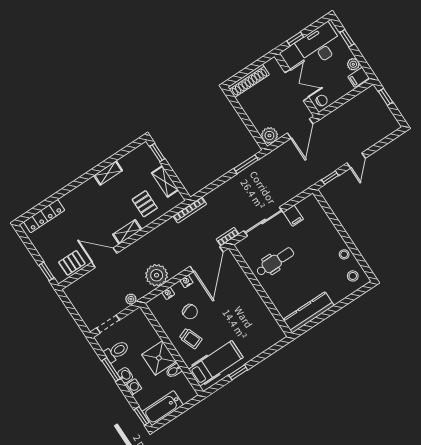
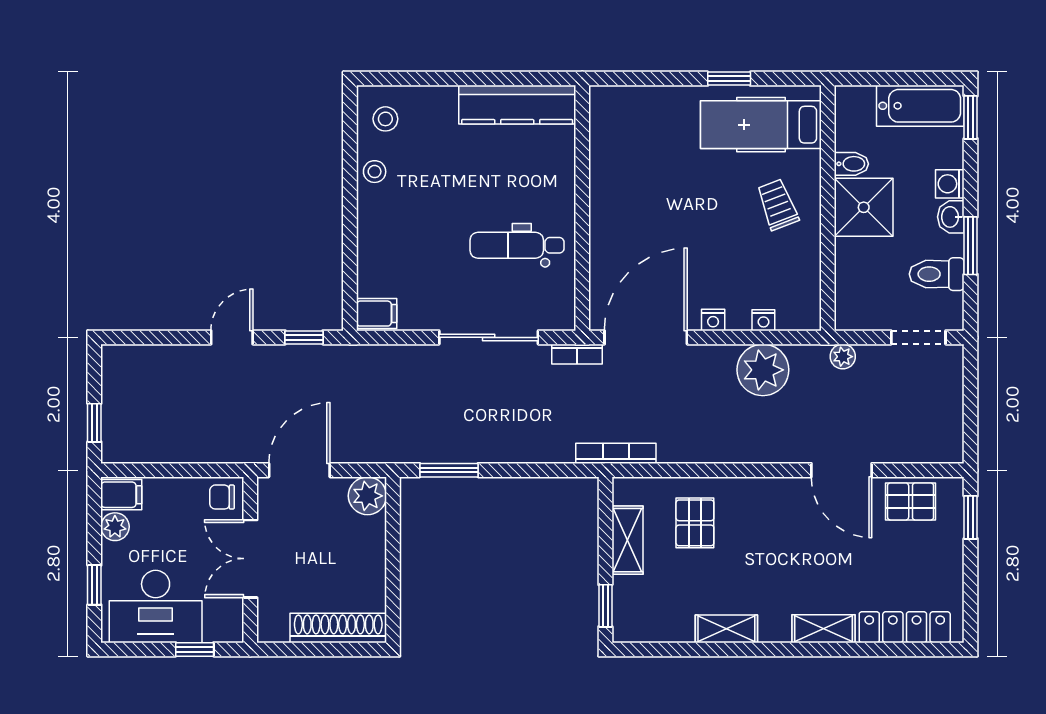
filing cabinet: (293, 216) -> (377, 314), moved, turned 90
shelving: (127, 232) -> (823, 629), moved
chair: (190, 312) -> (745, 257), removed

